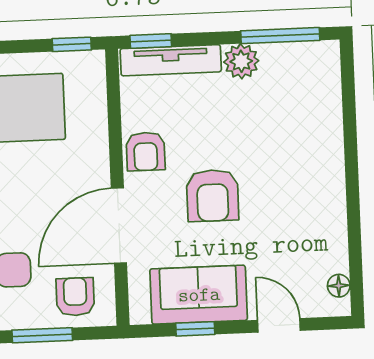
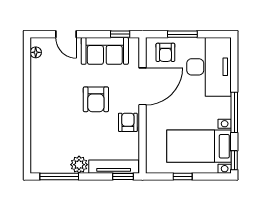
window: (72, 44) -> (183, 176), moved
armchair: (213, 195) -> (96, 99), turned 180
window: (195, 329) -> (120, 34), moved

